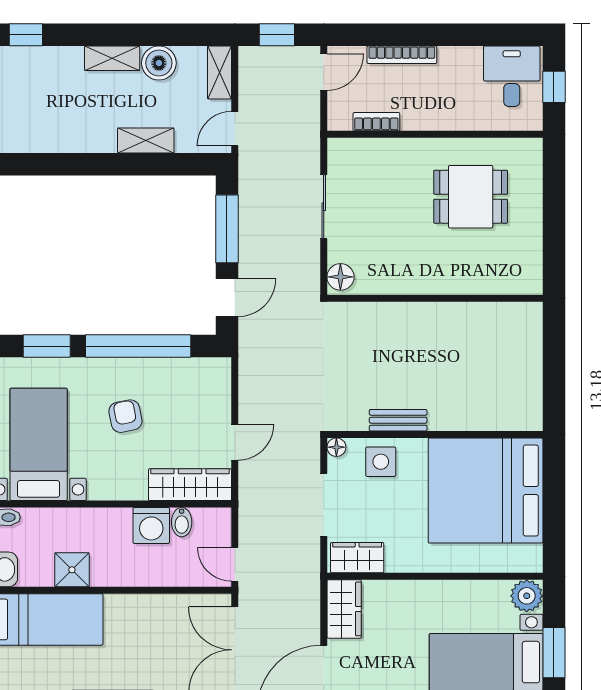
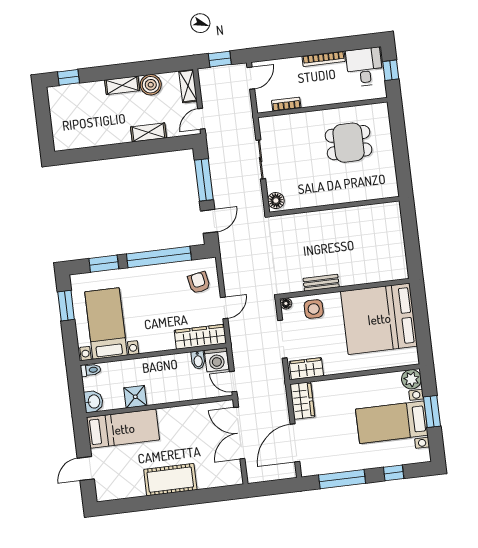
bookcase: (402, 55) -> (324, 59), moved
armchair: (125, 416) -> (199, 283), moved
washing machine: (151, 525) -> (217, 360), moved

